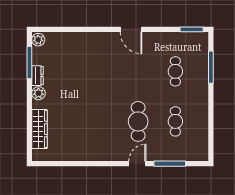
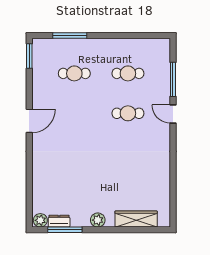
dresser: (37, 76) -> (59, 221), moved
cafe table: (138, 121) -> (128, 113), width x0.73, depth x0.74

